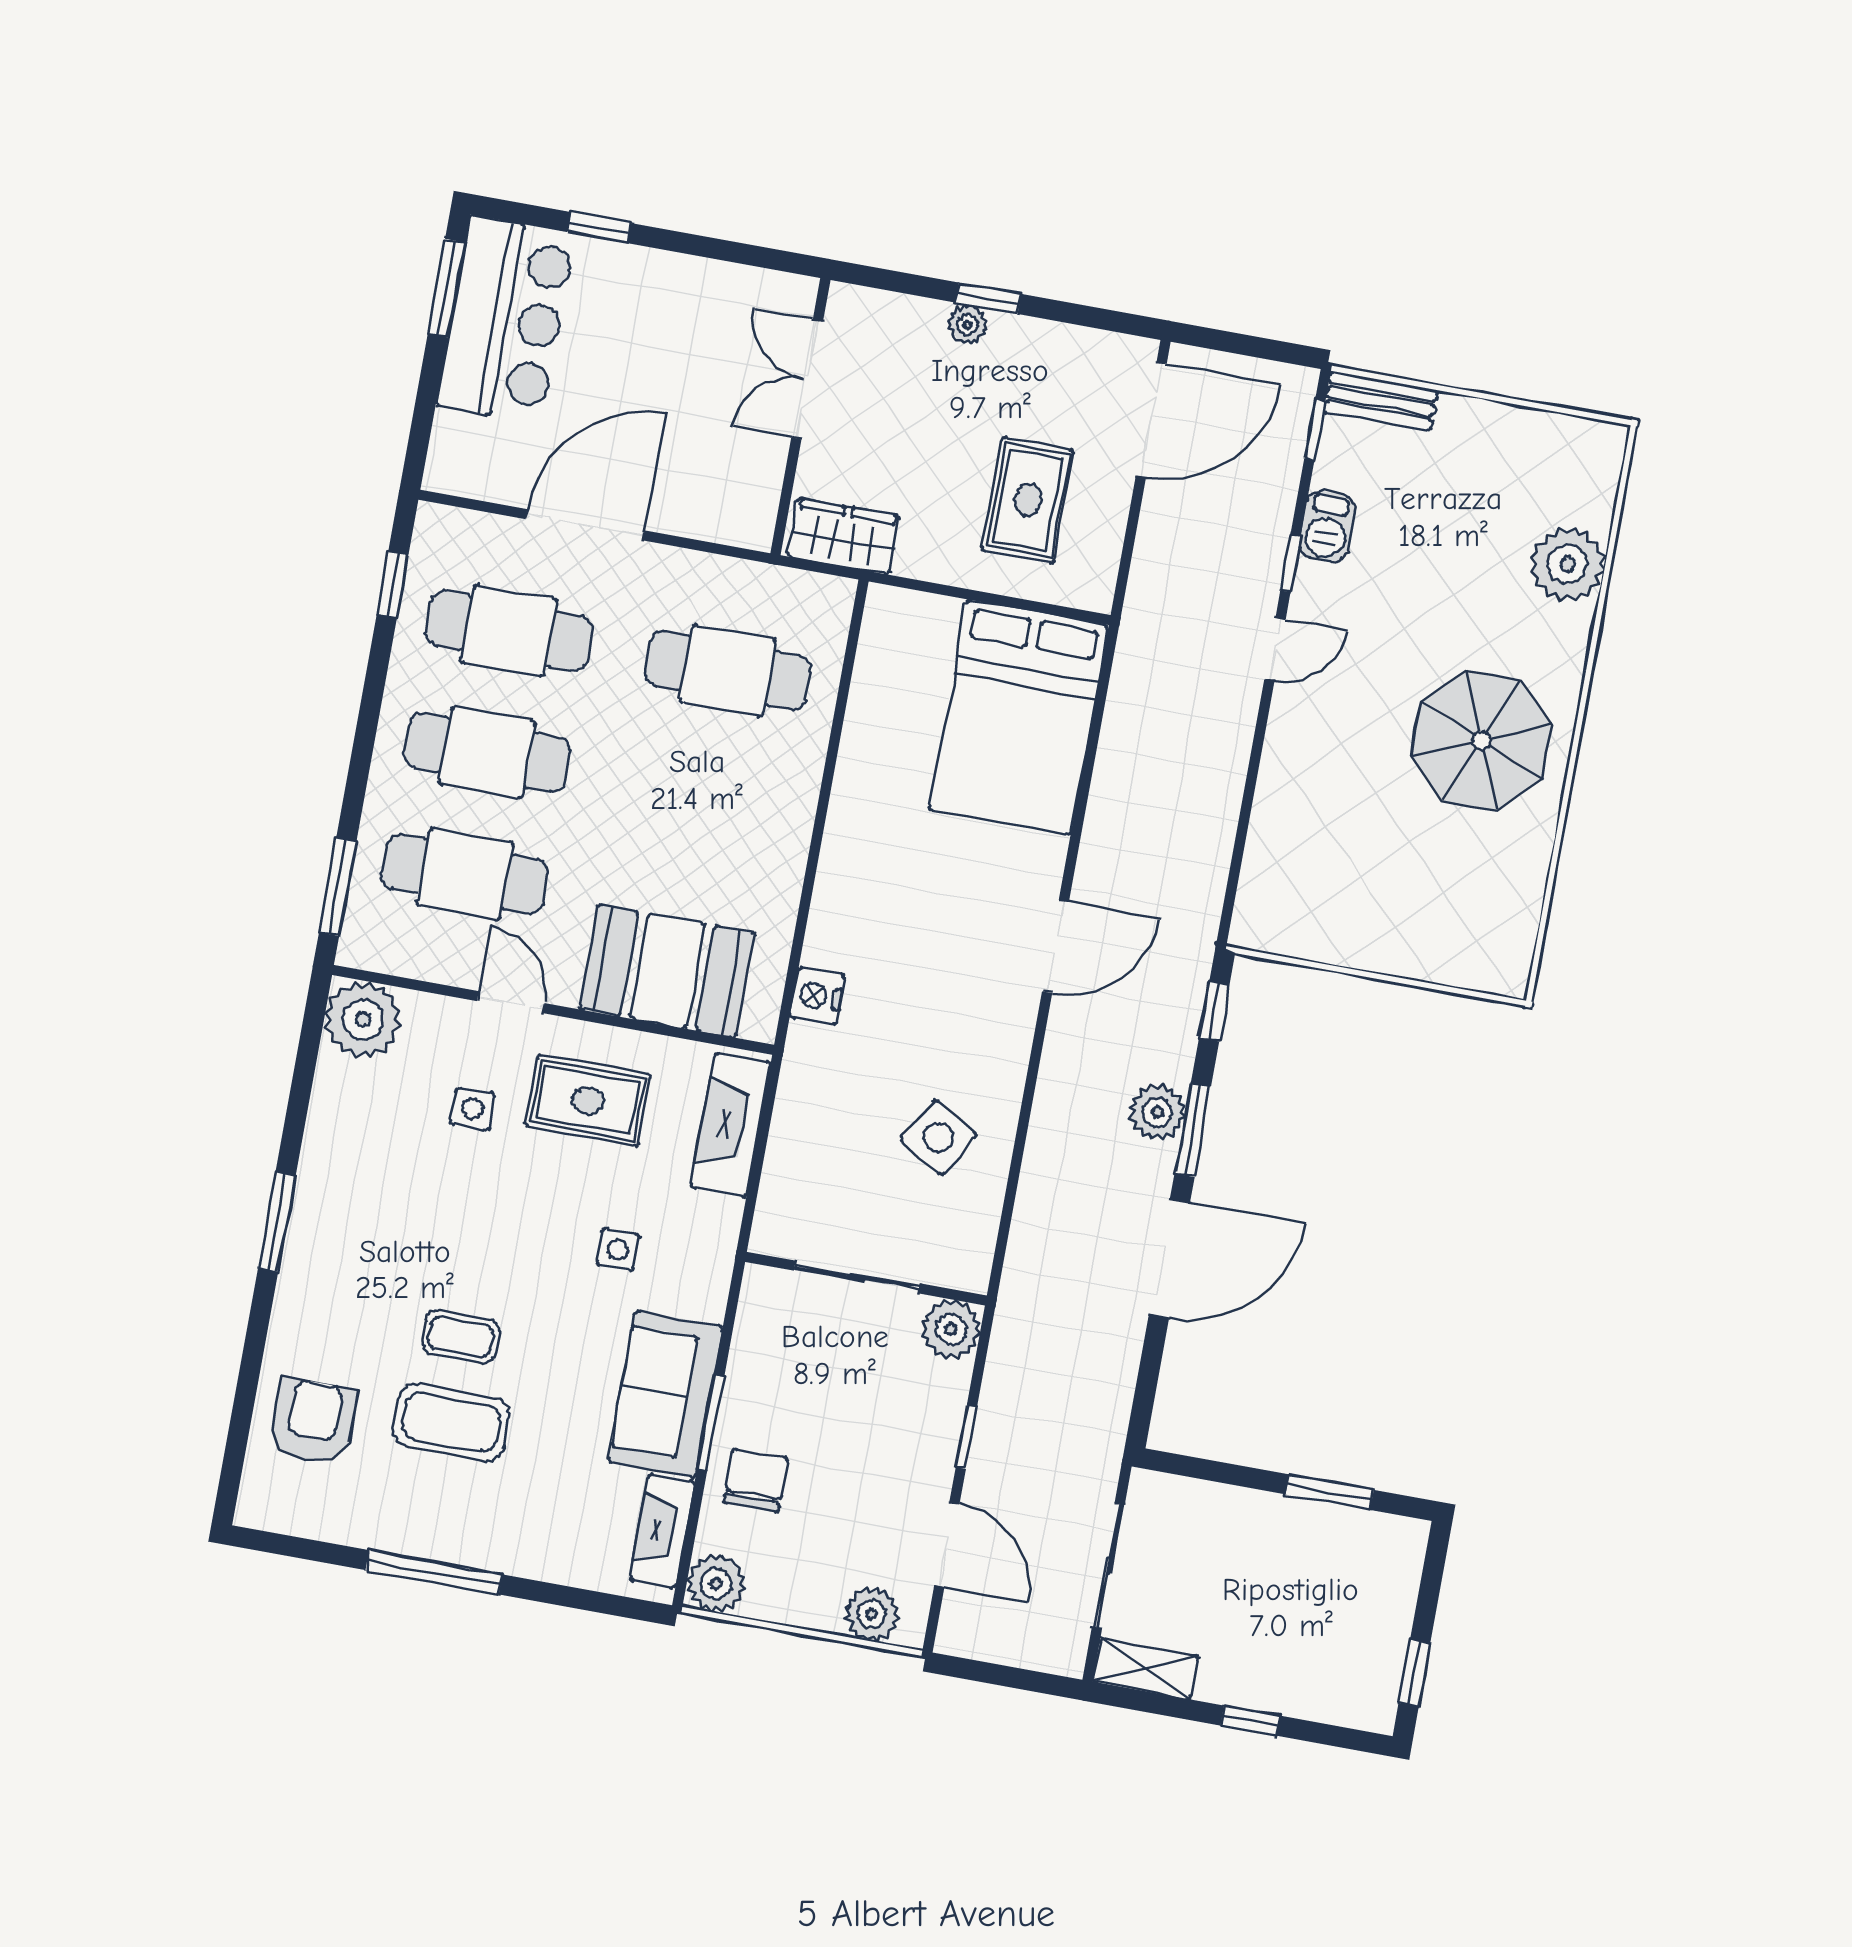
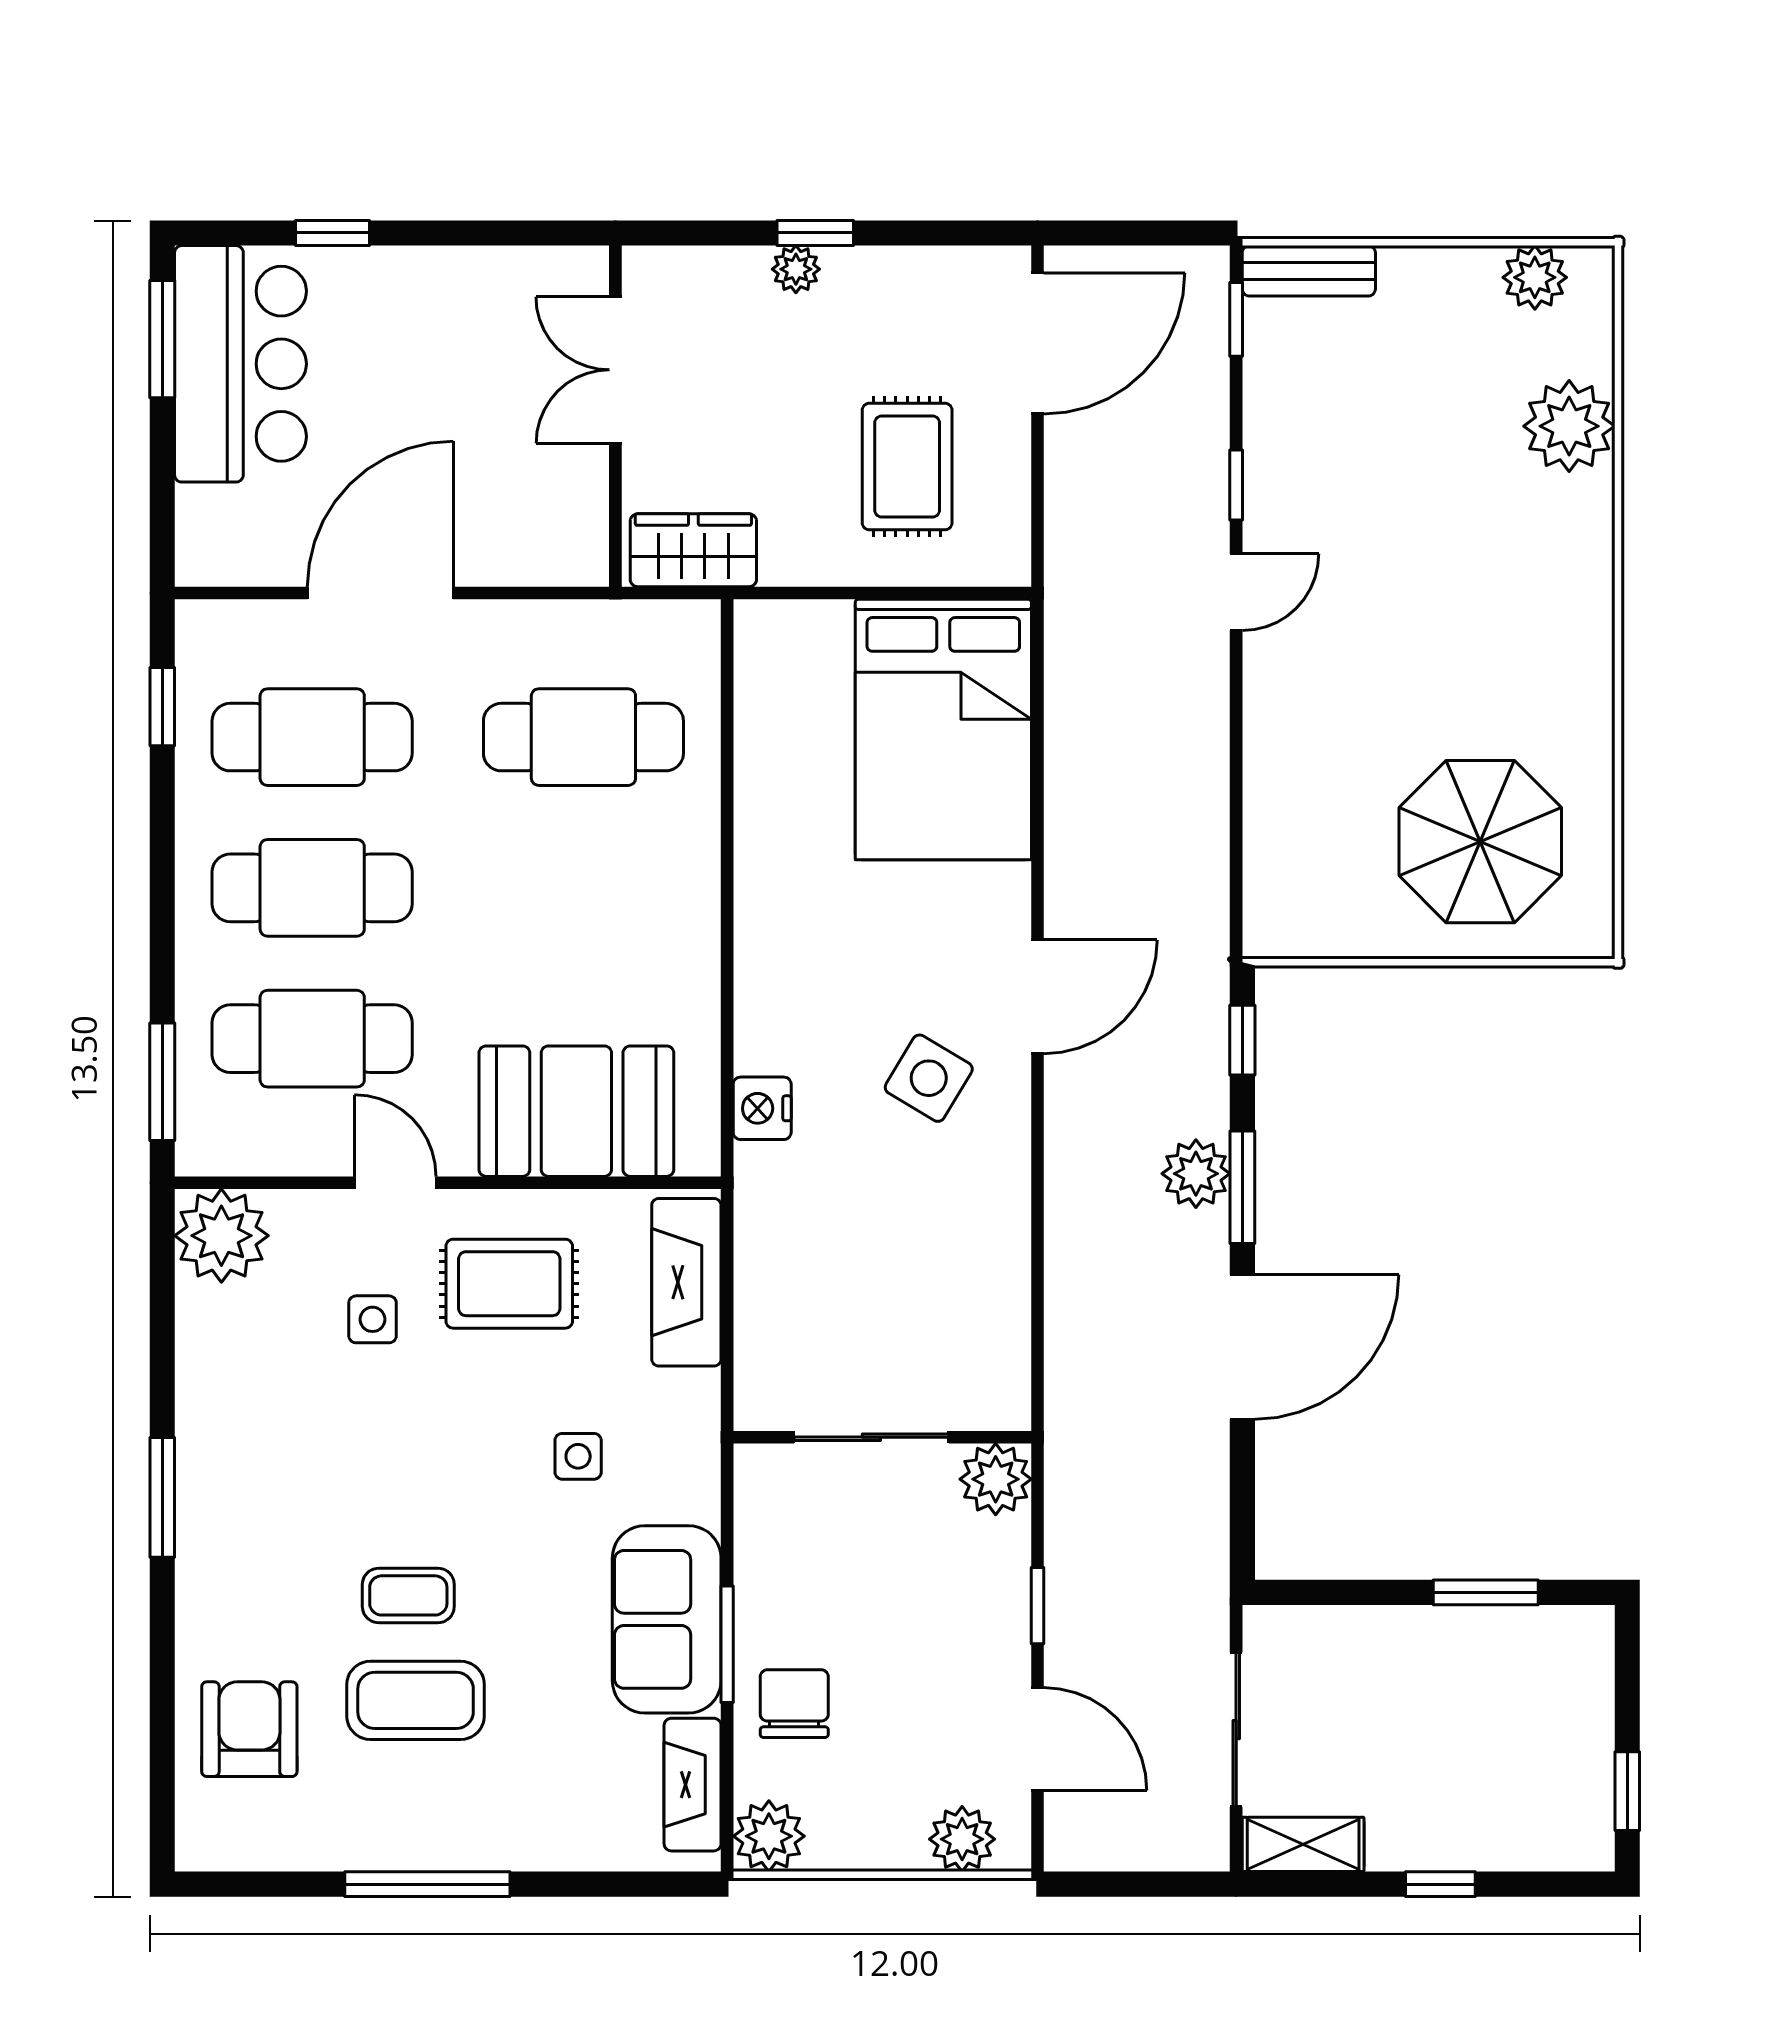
plant: (1562, 439) -> (1535, 277), added
barbecue: (1327, 527) -> (1272, 433), removed
parasol: (1481, 740) -> (1480, 842), moved
side table: (938, 1137) -> (929, 1078), moved

